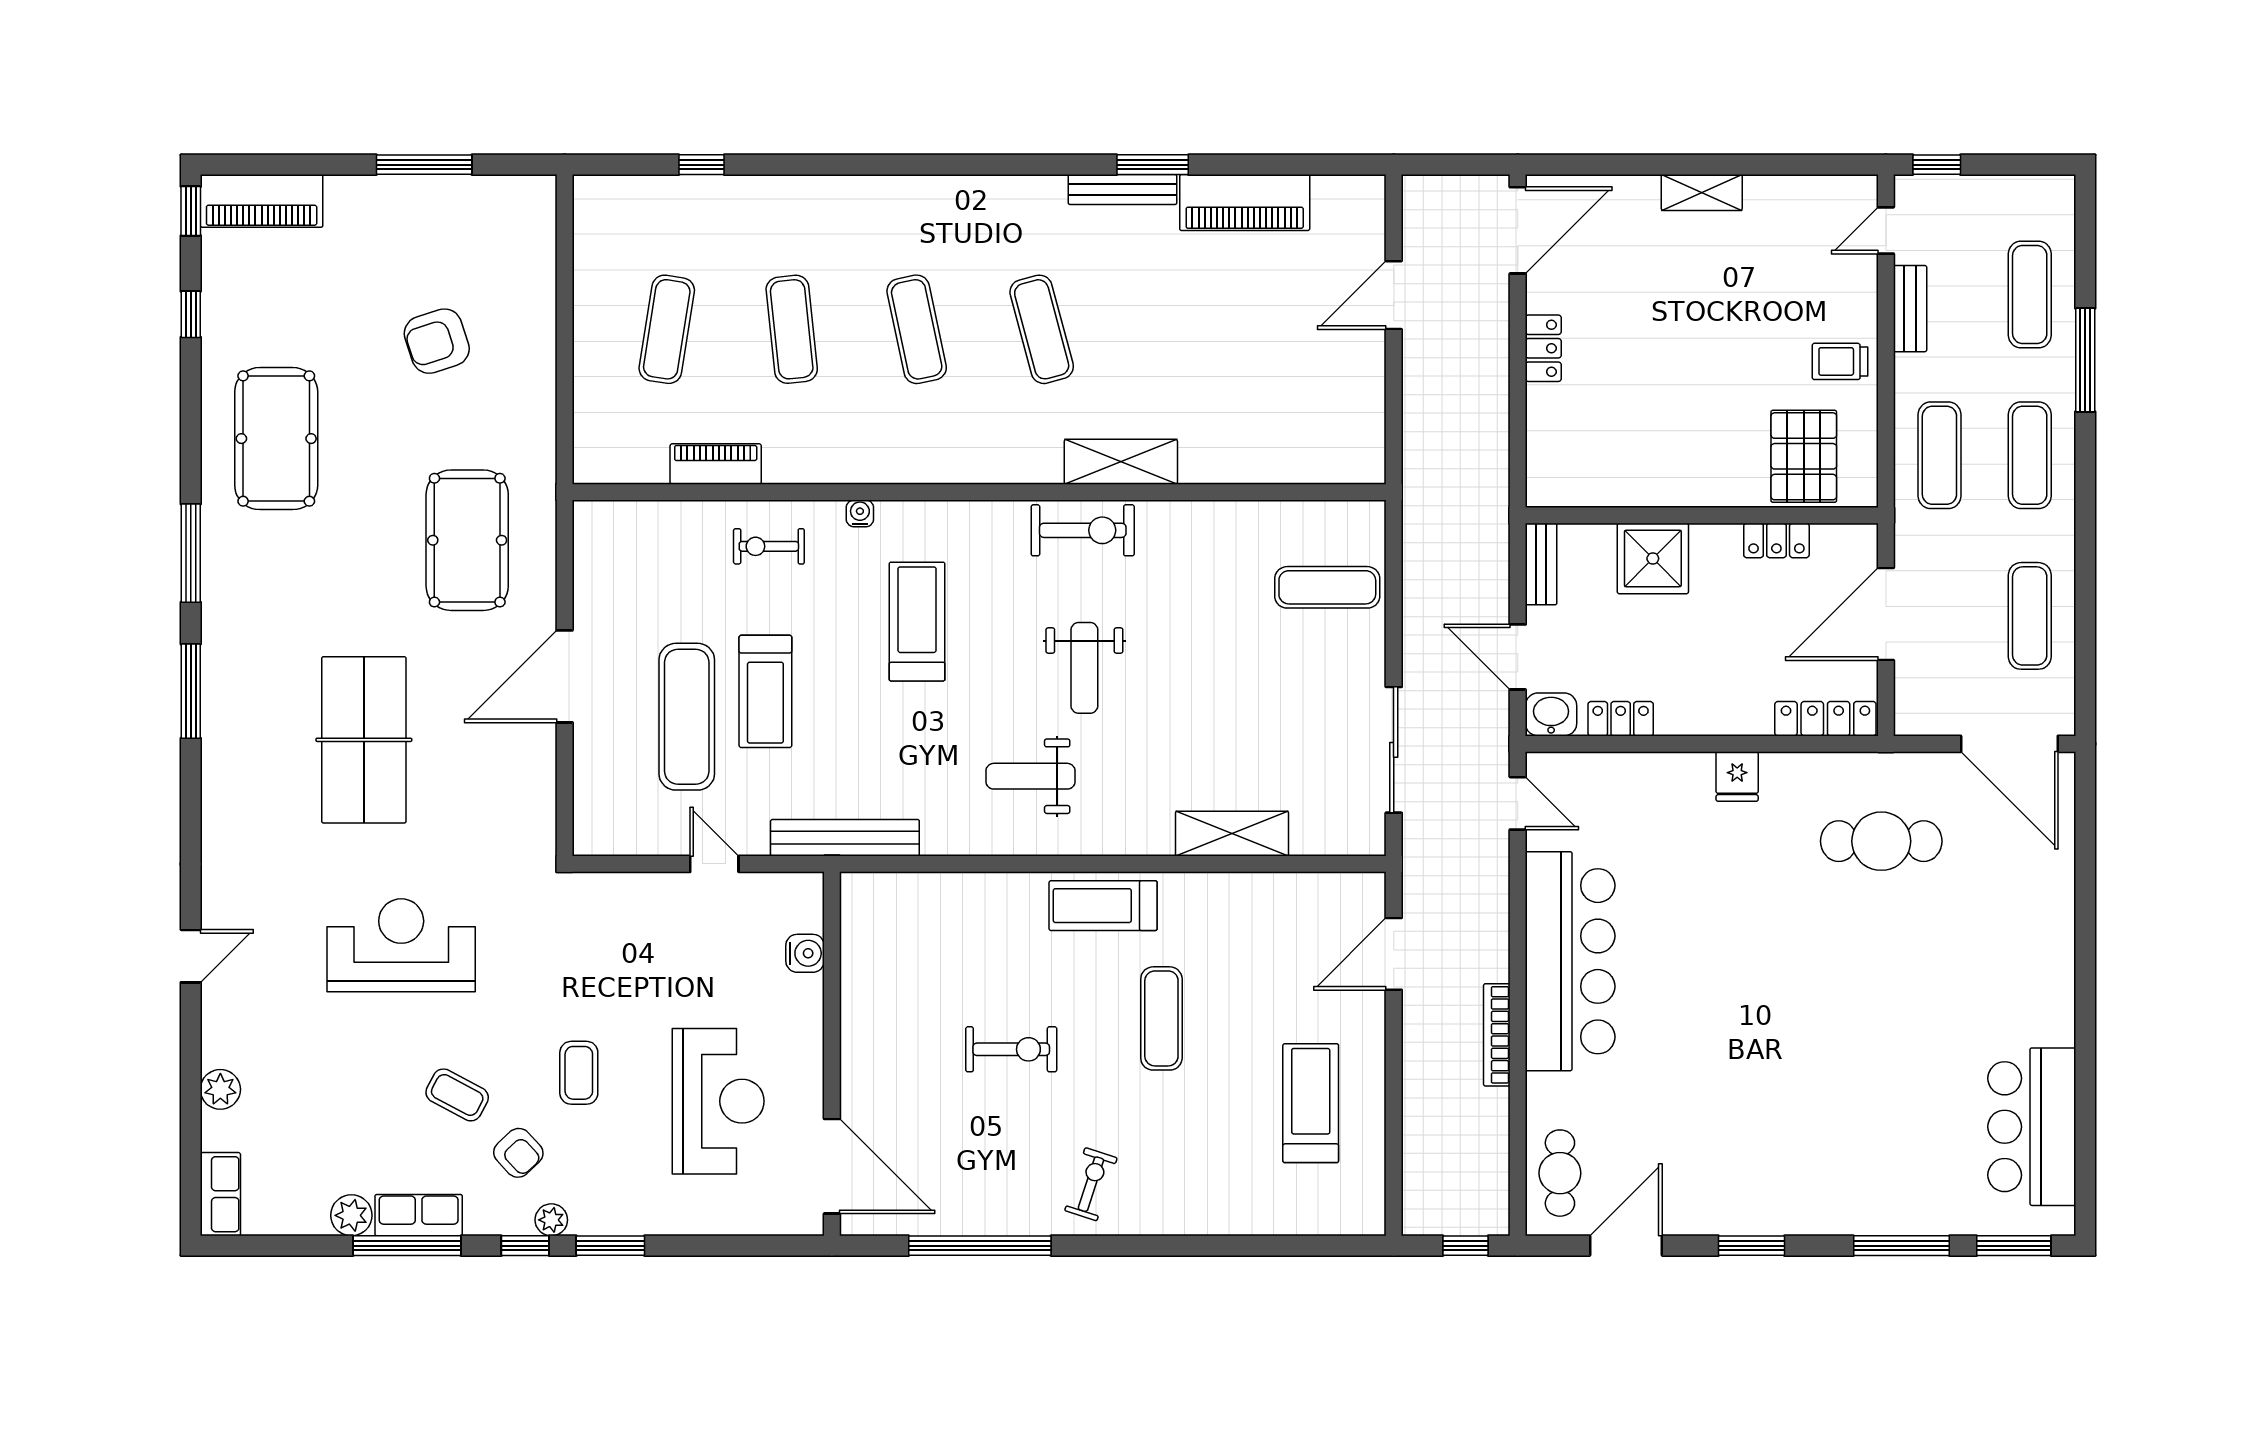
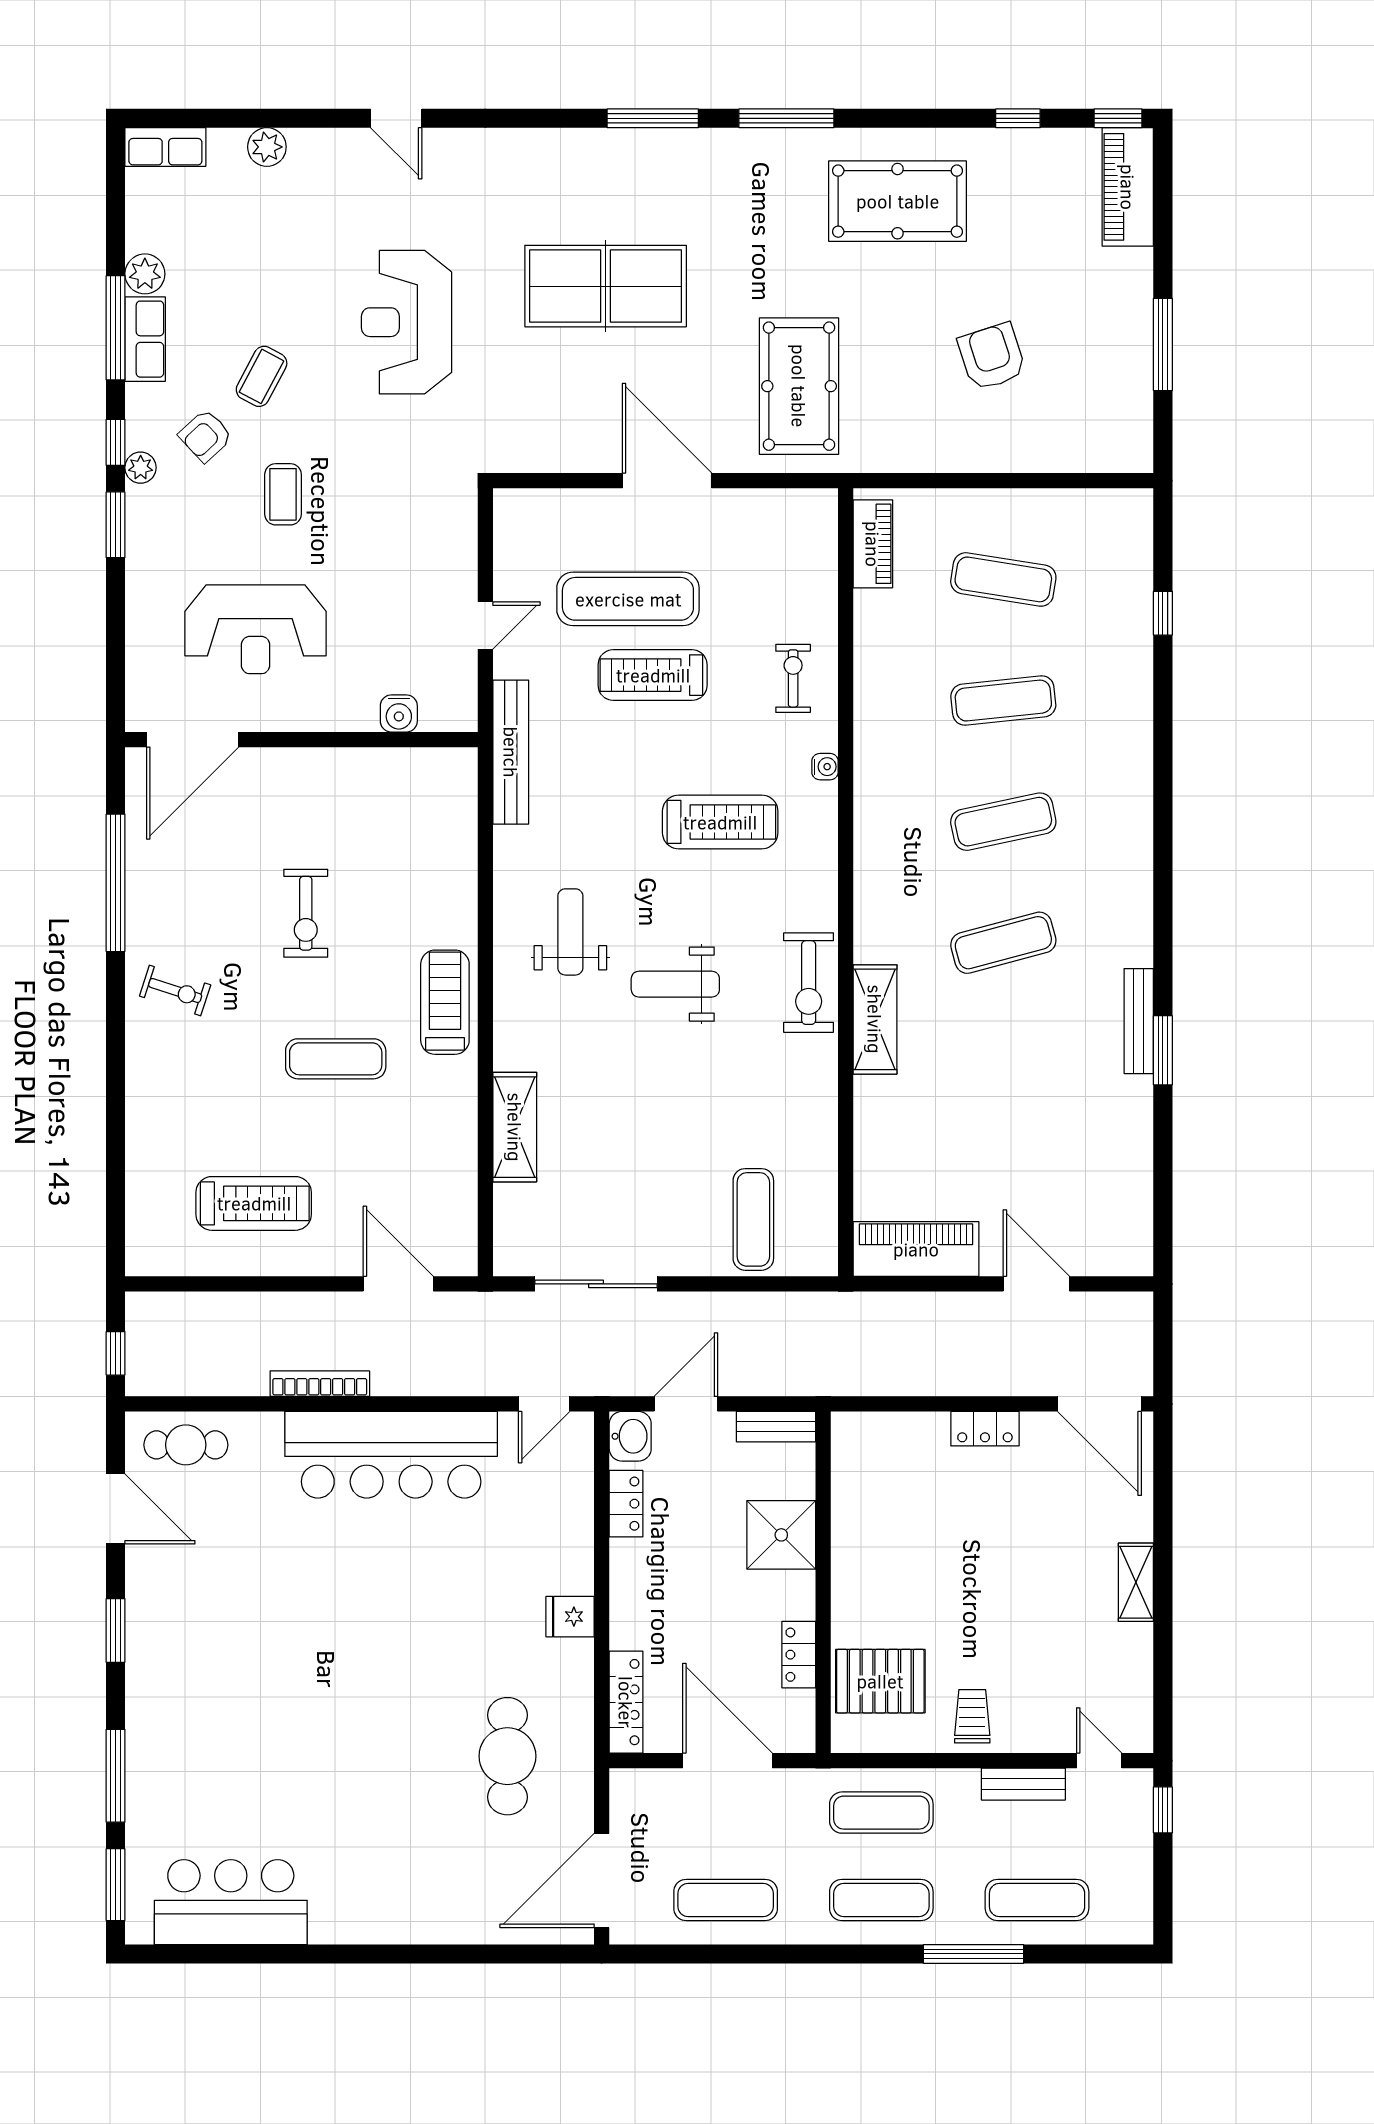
piano: (1245, 203) -> (916, 1249), moved, turned 90
piano: (716, 464) -> (873, 544), moved
pool table: (467, 540) -> (799, 386), turned 90
reception desk: (401, 945) -> (407, 322), turned 180
coffee table: (579, 1073) -> (283, 494), turned 90

